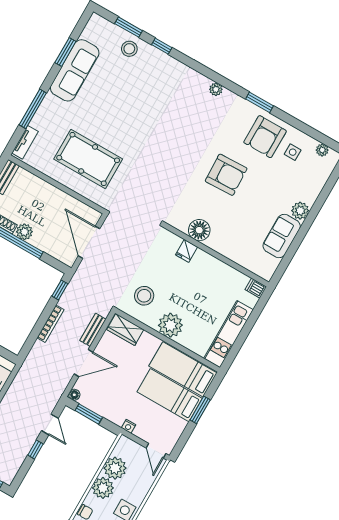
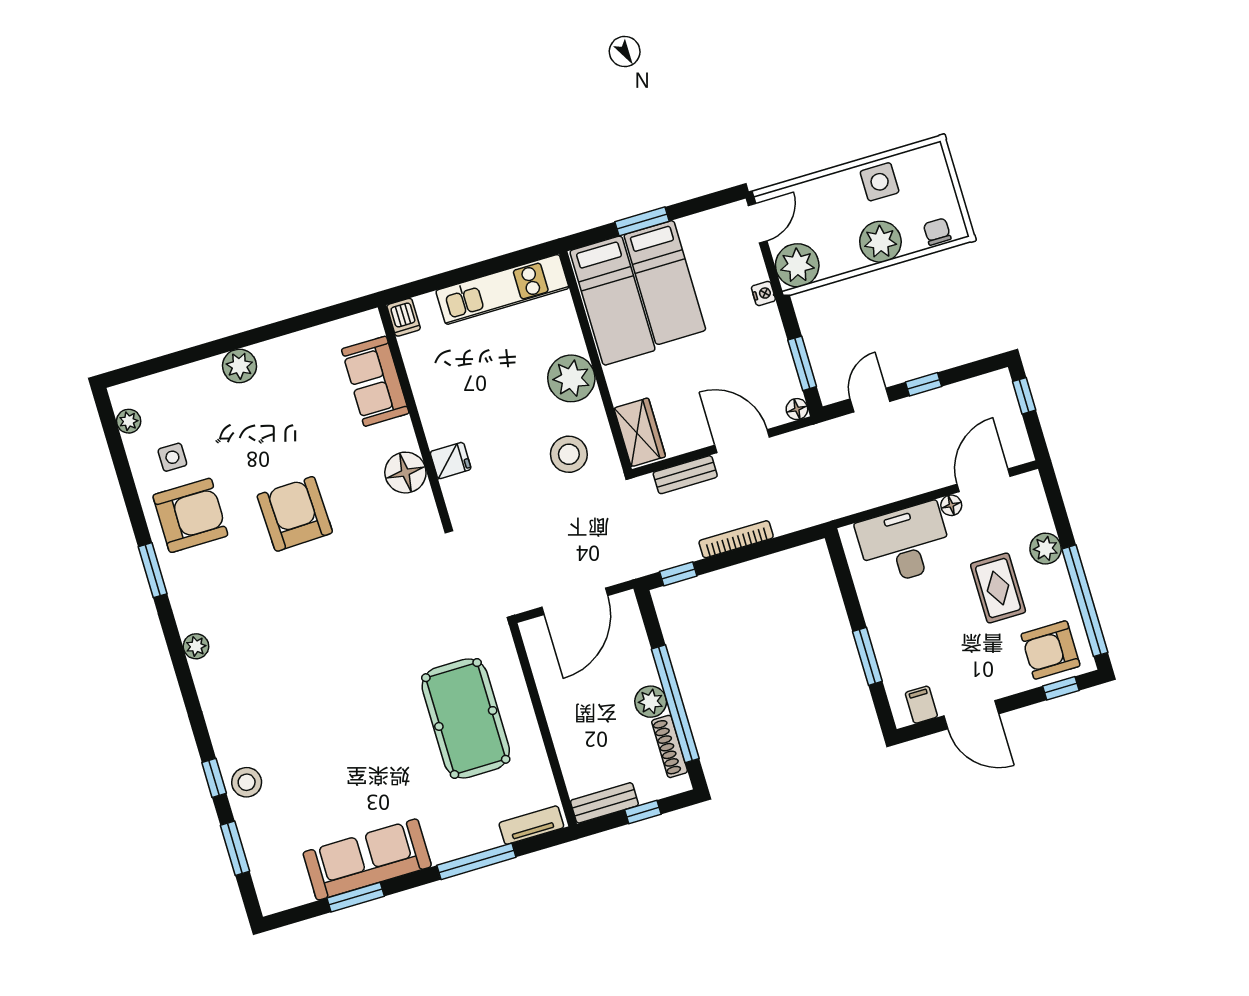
stool: (129, 49) -> (247, 782), moved
sofa: (282, 236) -> (375, 381), moved, turned 90
plant: (115, 468) -> (797, 265), moved

